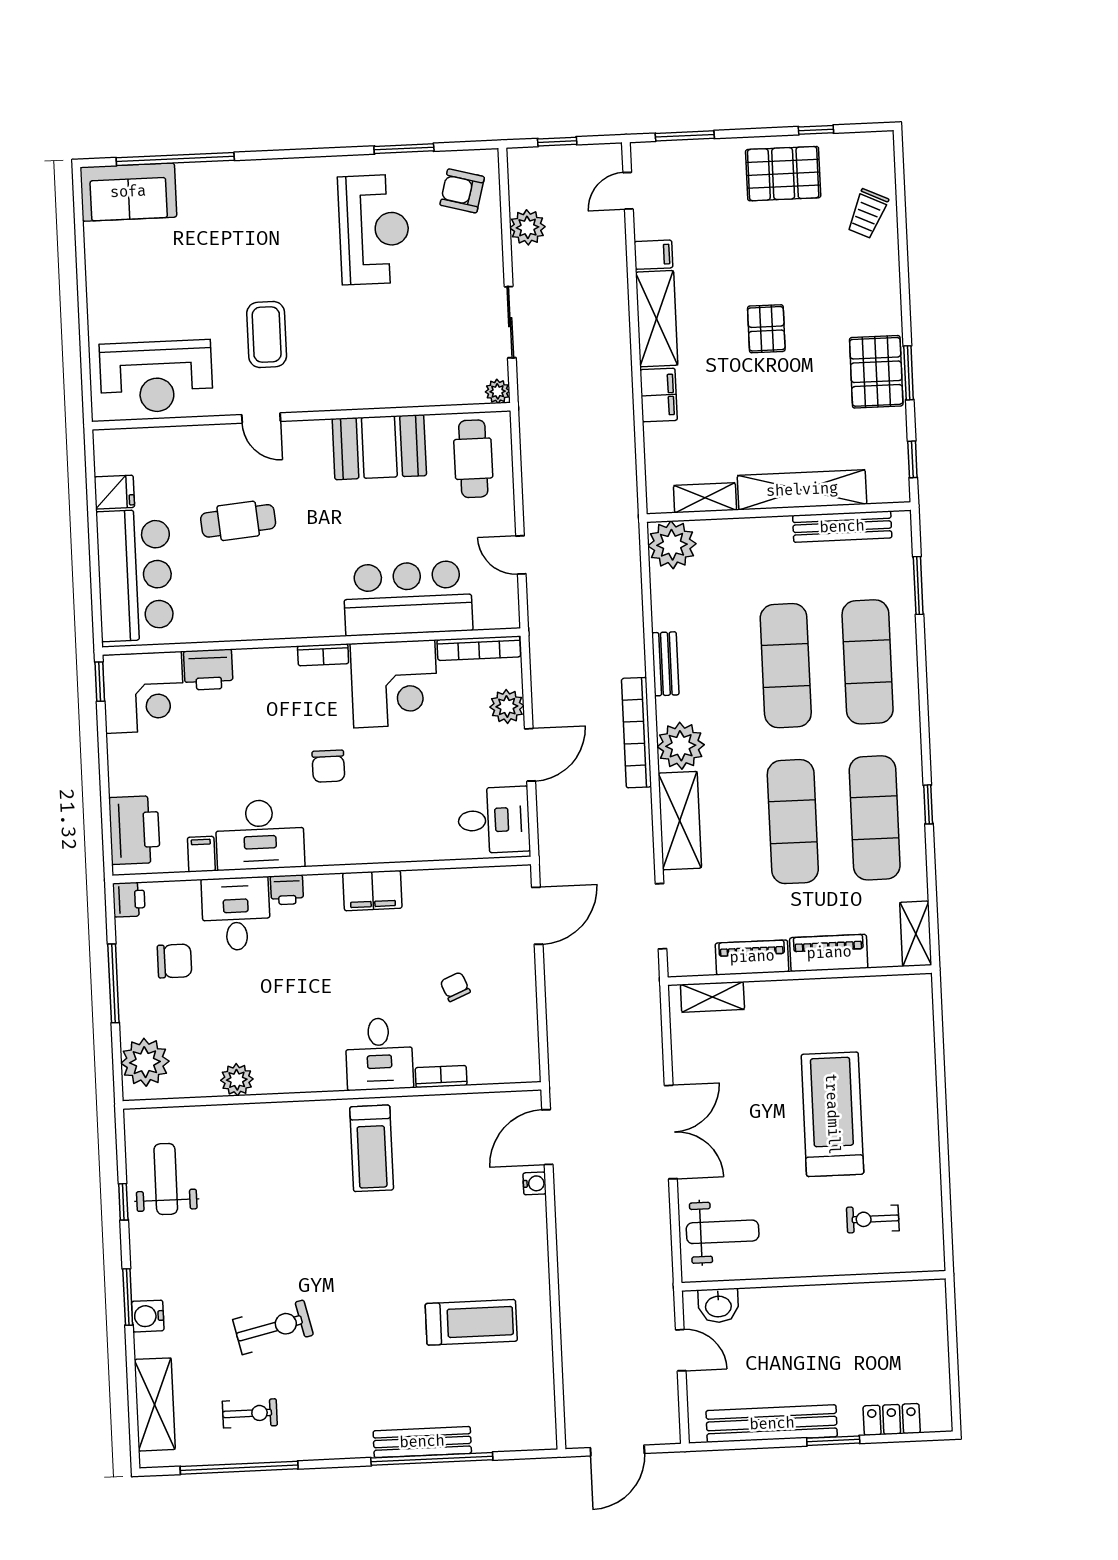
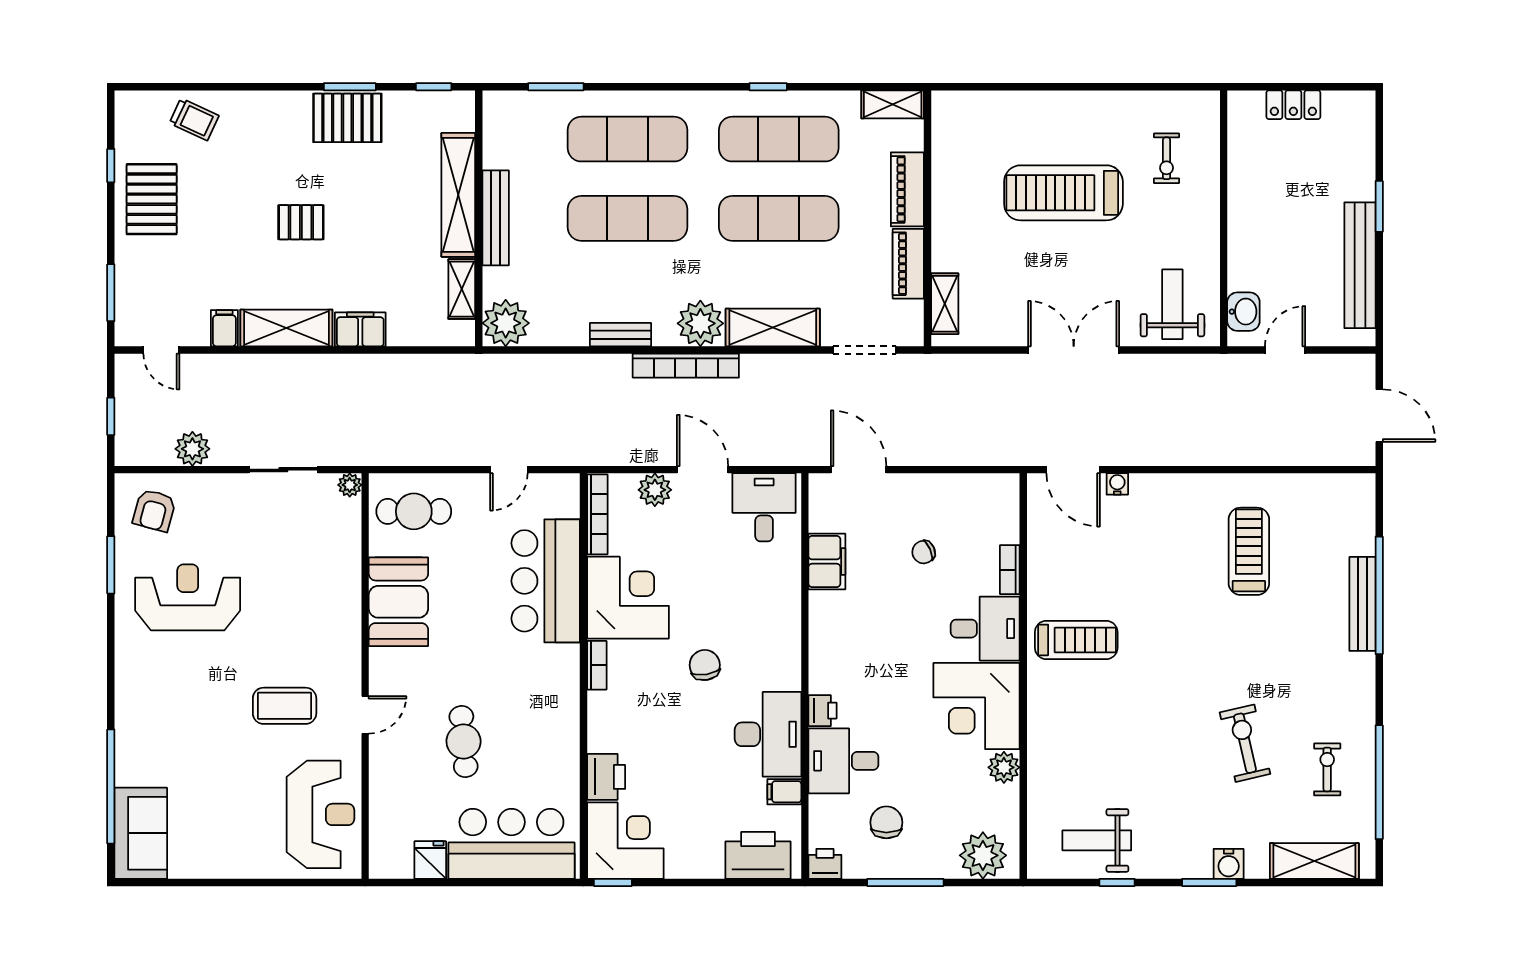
bench: (842, 527) -> (496, 218), moved
chair: (328, 766) -> (705, 665), turned -99
filing cabinet: (372, 891) -> (827, 562), moved
corner desk: (299, 1049) -> (976, 706), added
locker: (892, 1419) -> (1293, 105), moved, turned -90

